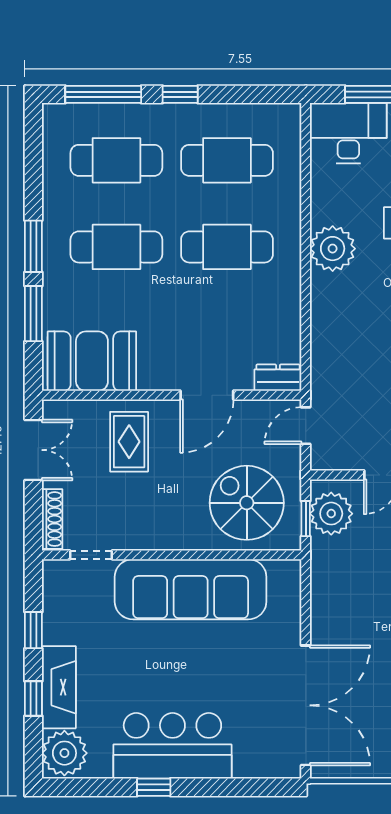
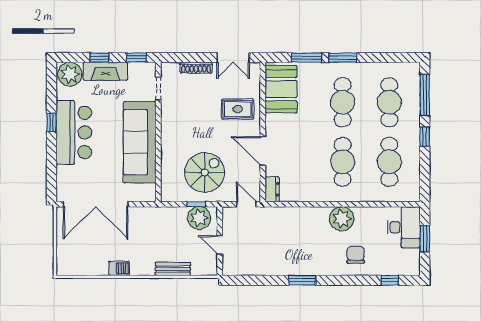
doorway: (91, 555) -> (158, 89), moved
wall: (172, 555) -> (158, 132), moved
sofa: (191, 589) -> (140, 142), moved

